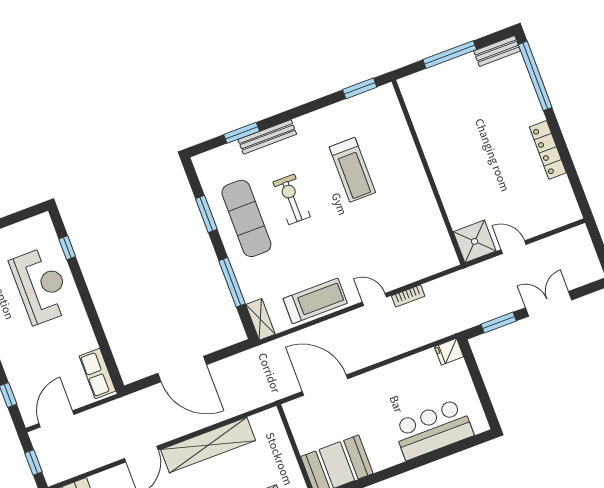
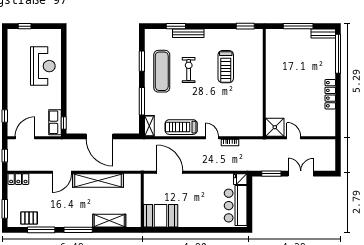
window: (67, 248) -> (64, 123), moved
treadmill: (315, 301) -> (181, 127), turned 180
bar counter: (433, 429) -> (236, 206), moved, turned -90

